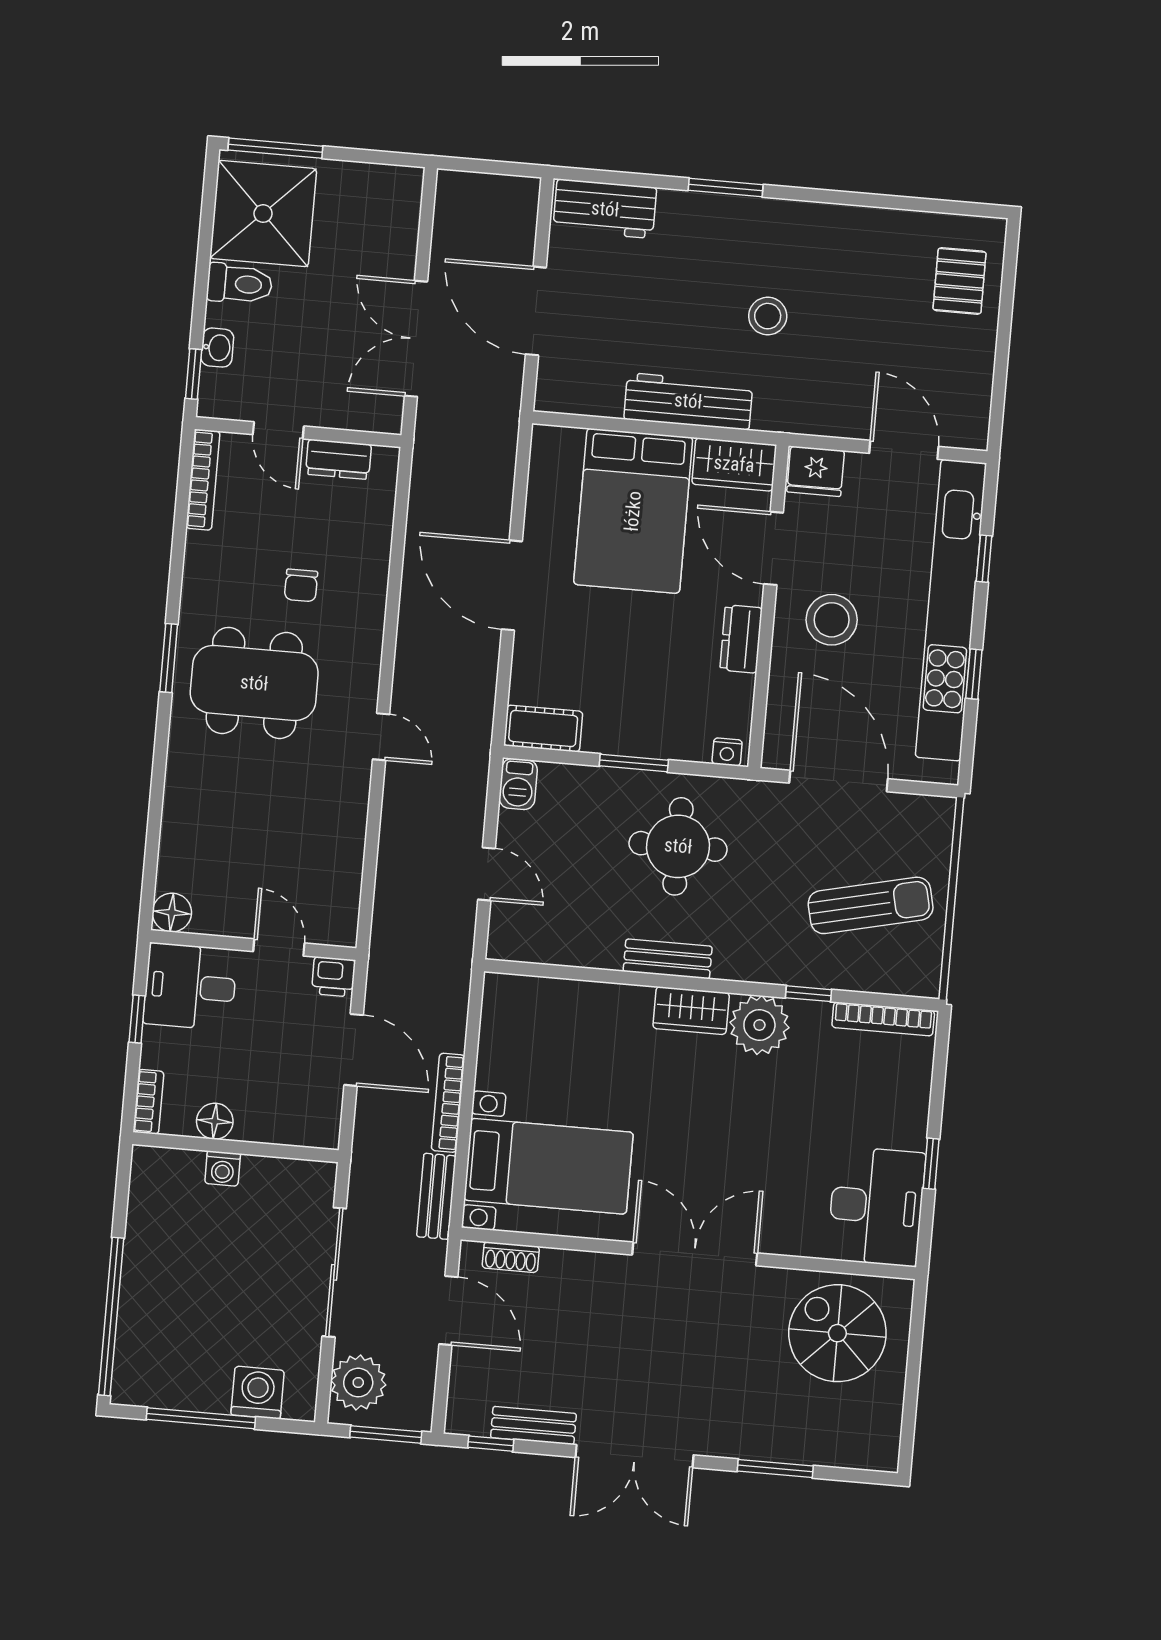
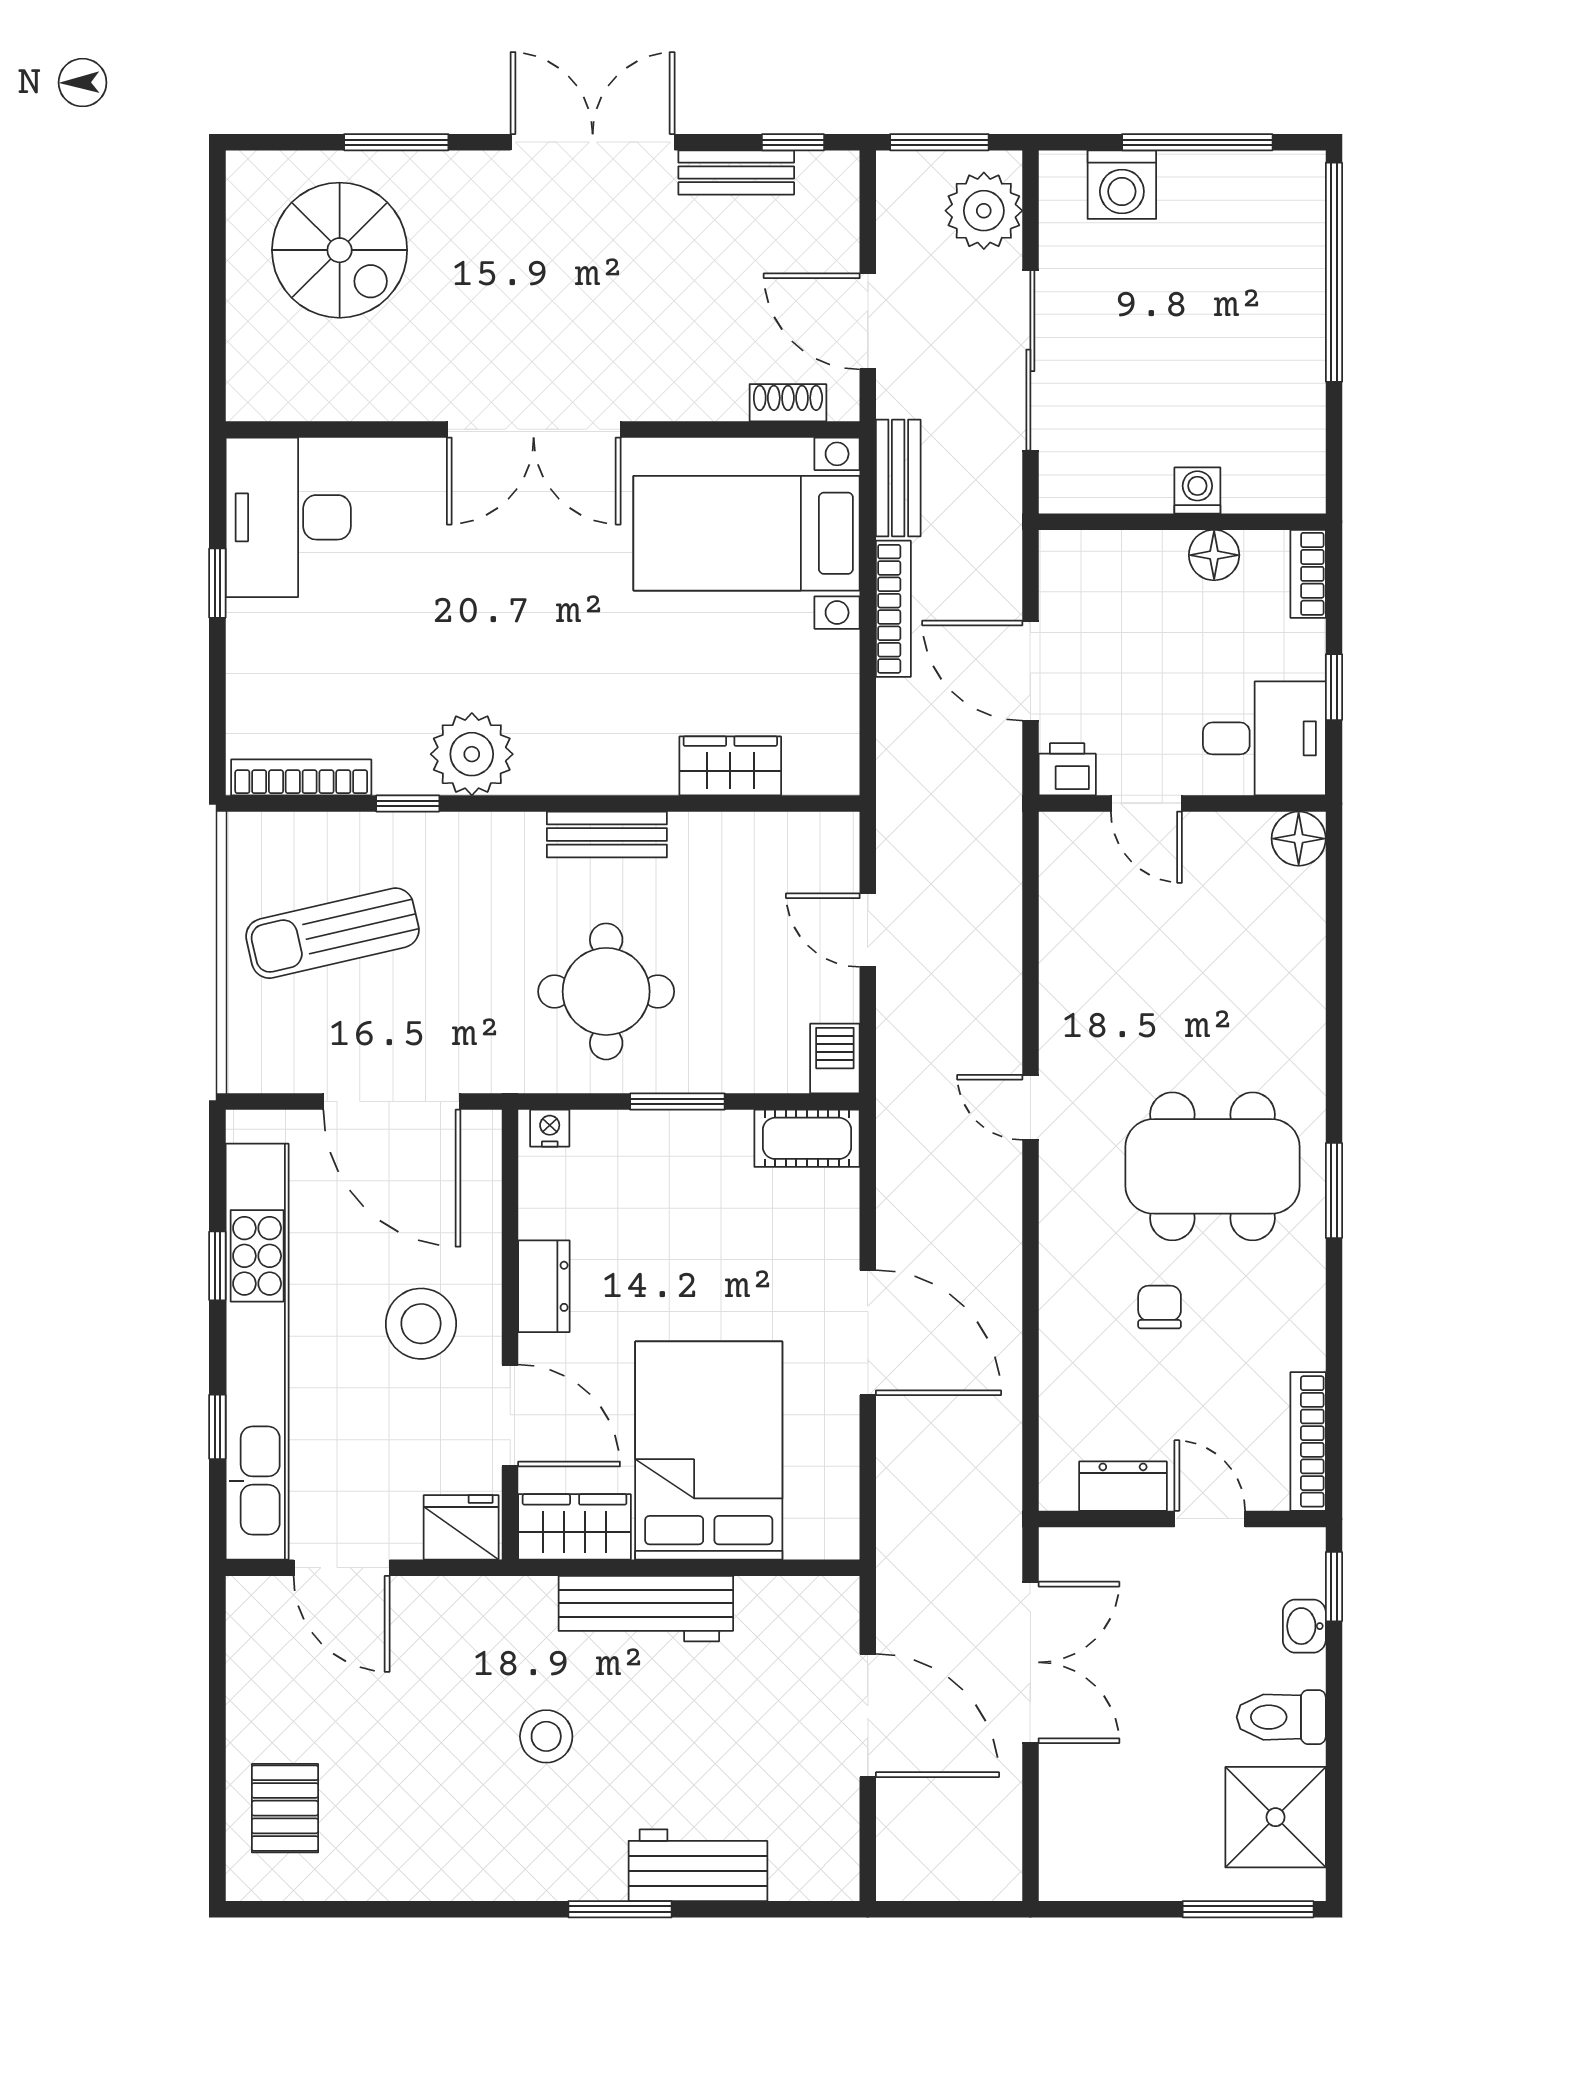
workbench: (605, 209) -> (698, 1865), moved
shower: (263, 214) -> (1276, 1817), width x0.73, depth x0.73
wardrobe: (691, 1011) -> (730, 766), moved
spiral stairs: (837, 1333) -> (340, 250), moved

